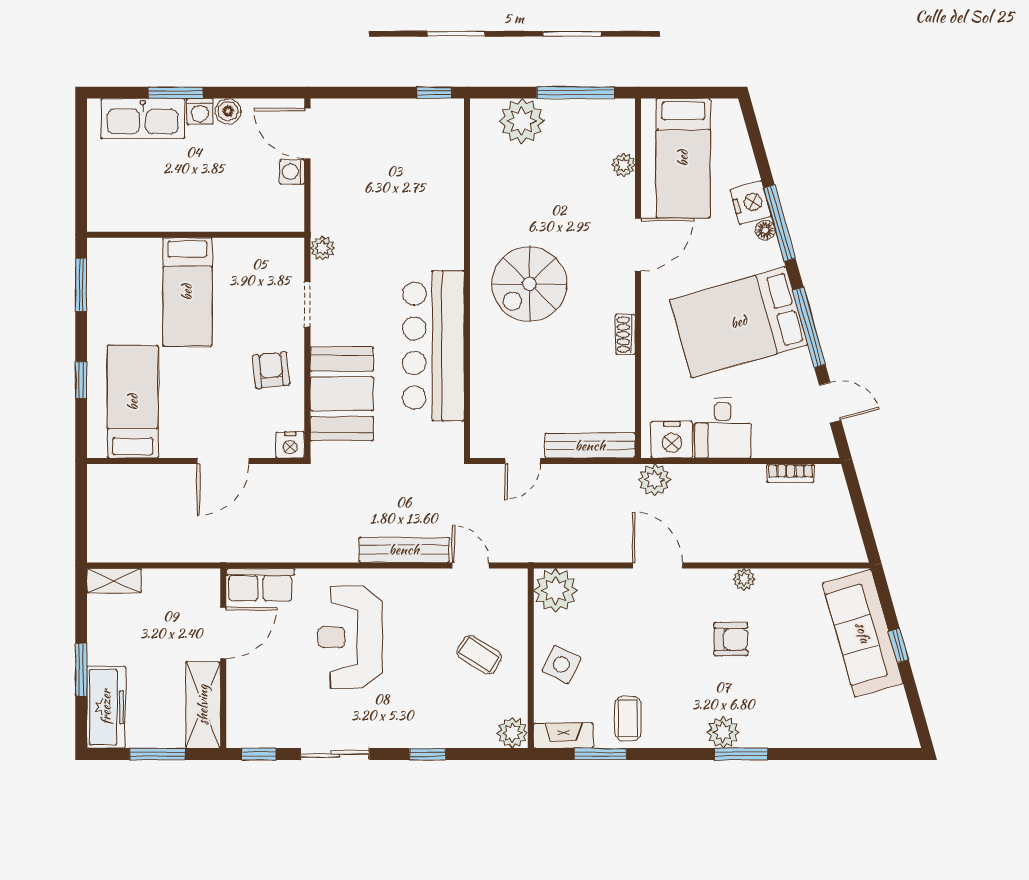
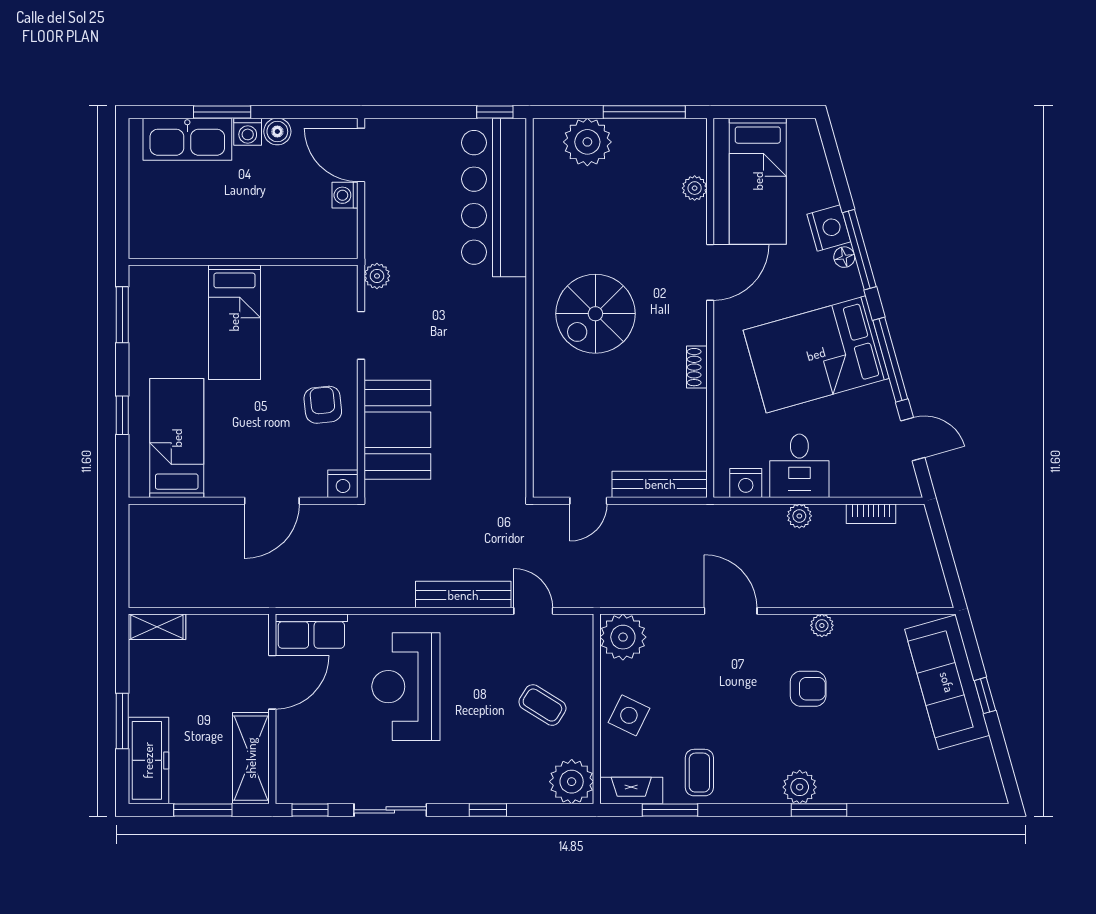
bar counter: (433, 346) -> (494, 197), moved
nightstand: (672, 440) -> (746, 483), width x0.74, depth x0.75
plant: (655, 480) -> (799, 516), moved, width x0.73, depth x0.73
plant: (512, 733) -> (572, 782), width x1.36, depth x1.36

